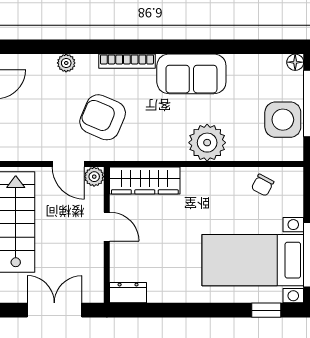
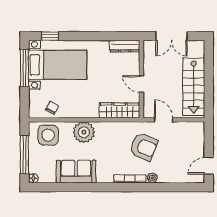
plant: (66, 63) -> (152, 178), moved
sofa: (191, 74) -> (76, 172), moved
side table: (283, 120) -> (48, 135), moved
plant: (94, 177) -> (149, 113), removed
dresser: (128, 293) -> (125, 46), width x1.44

